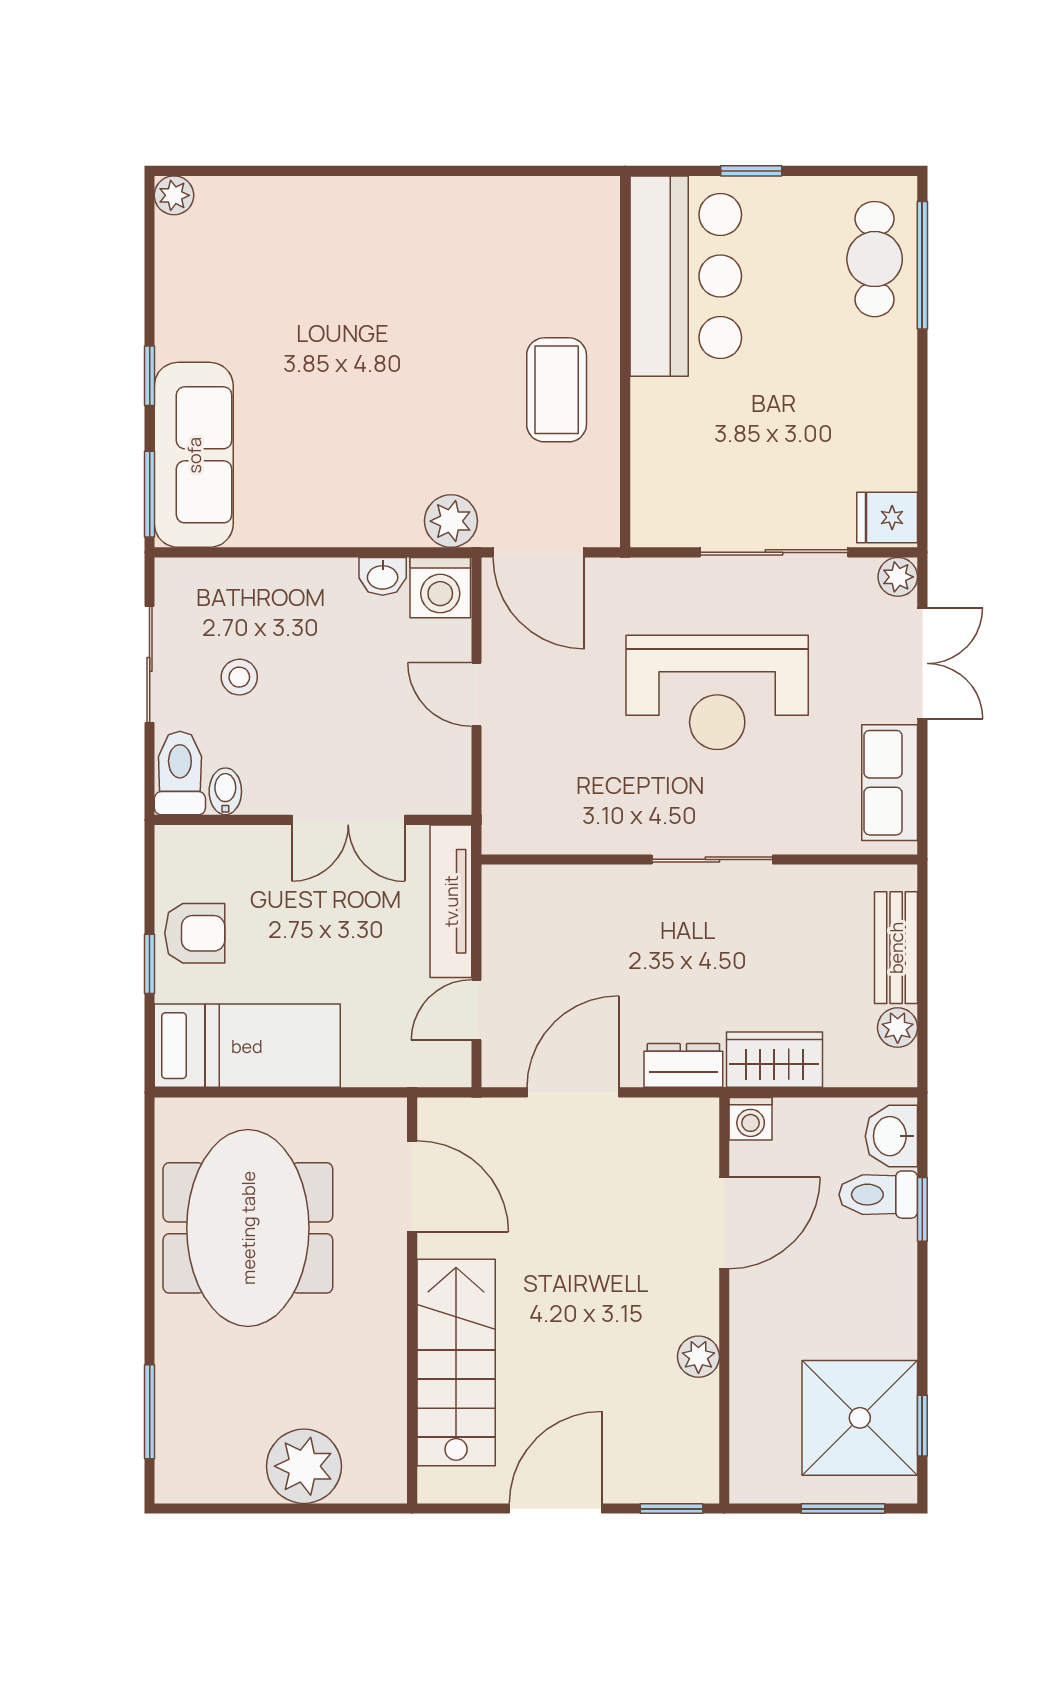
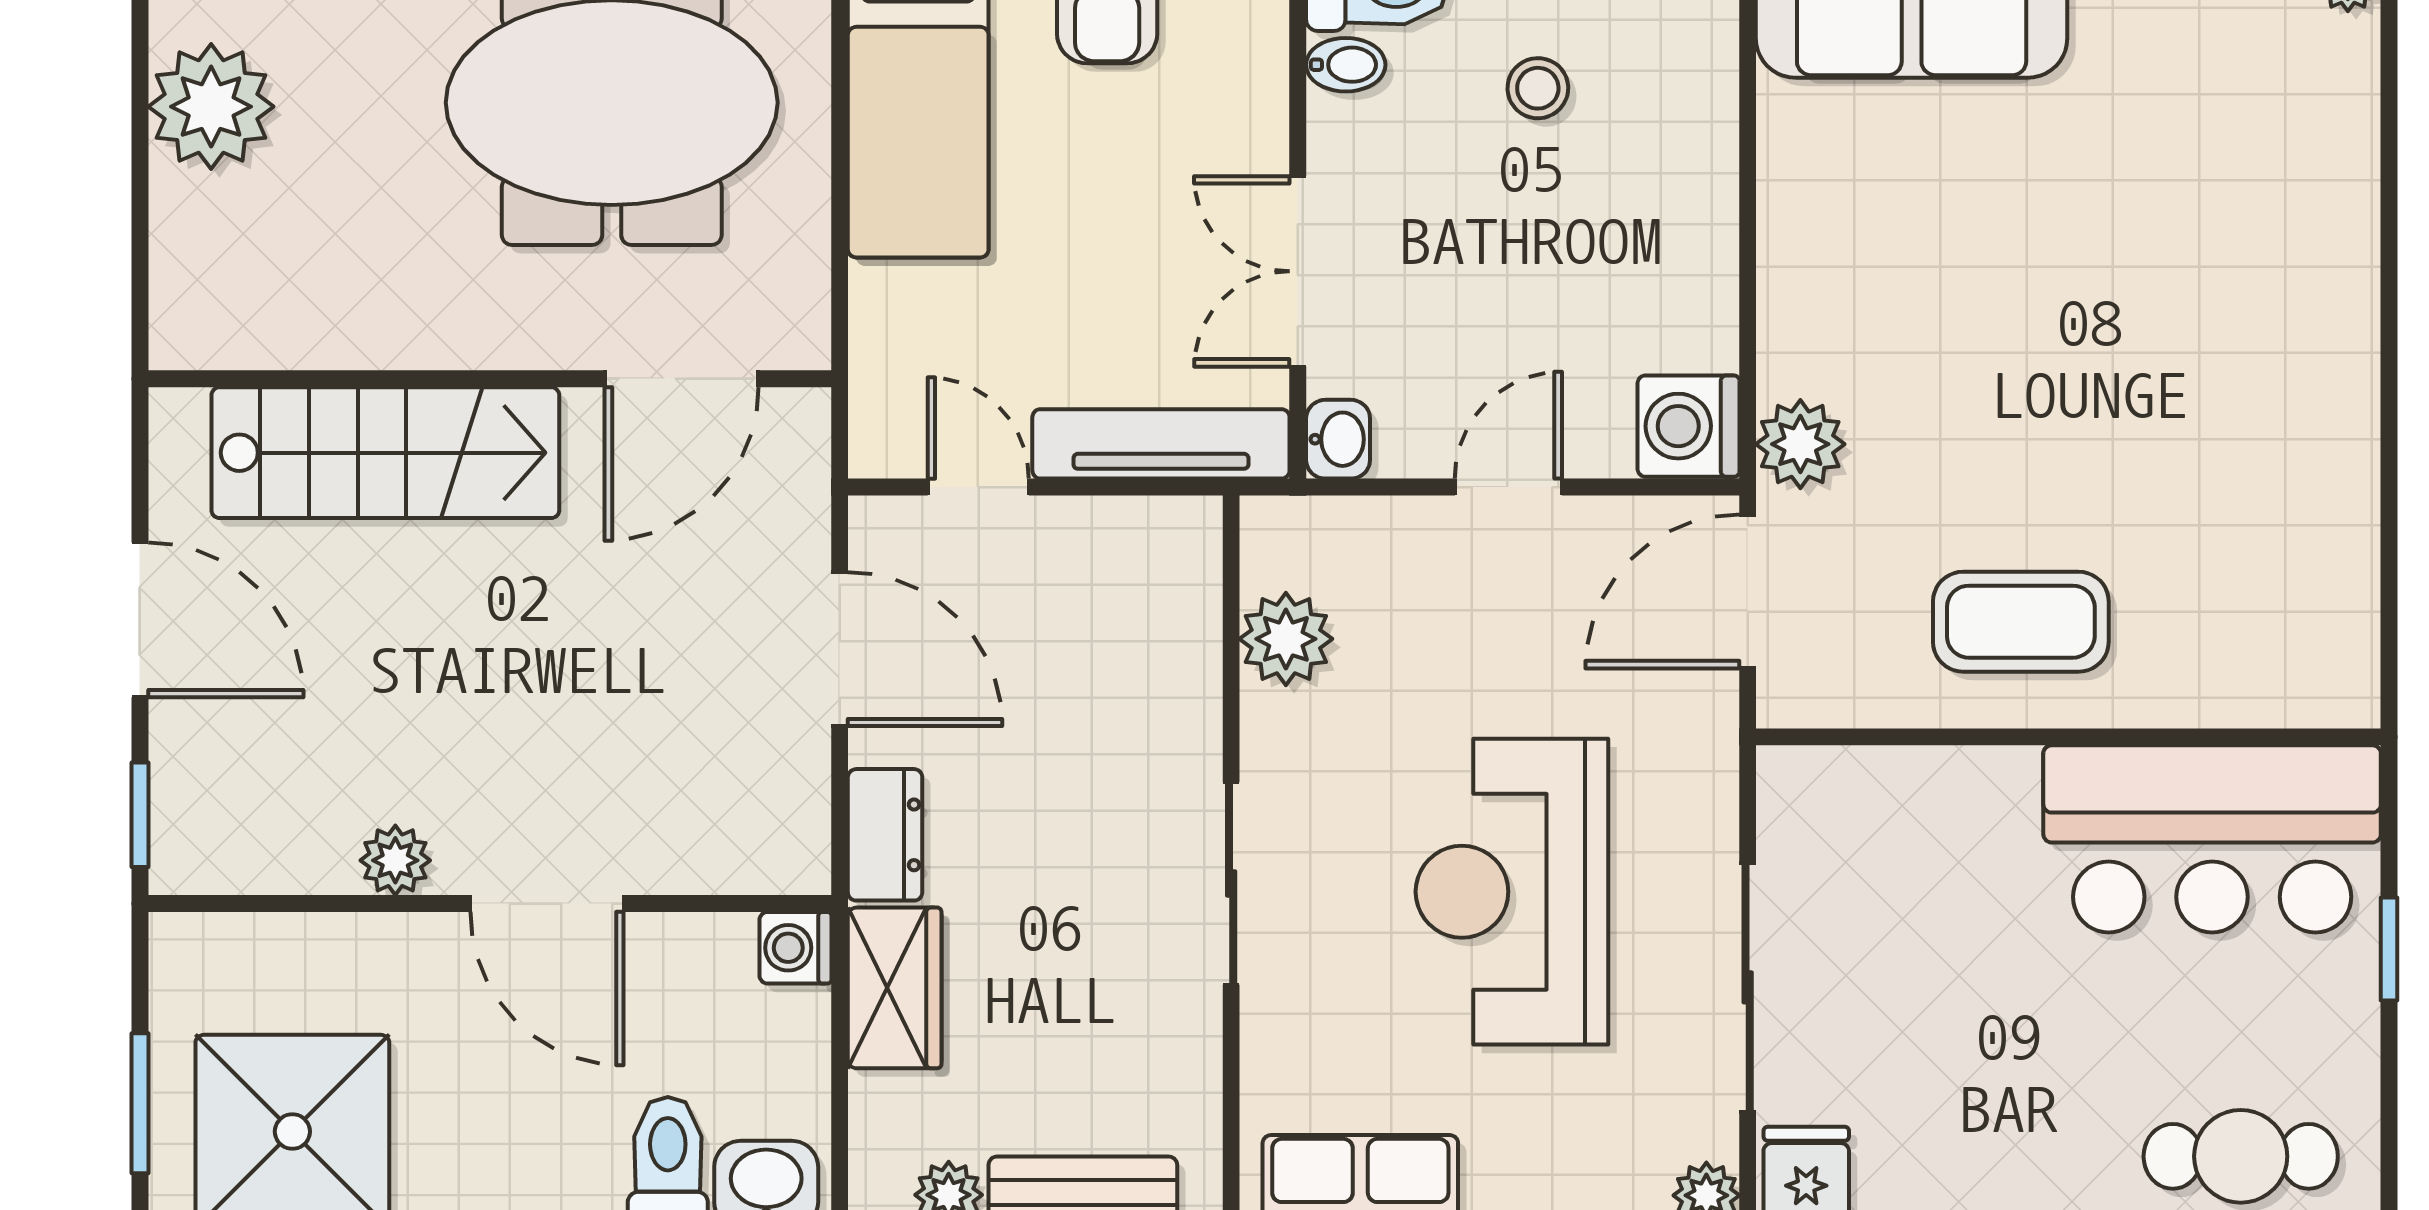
washbasin: (383, 576) -> (1338, 439), moved, turned 180
plant: (567, 827) -> (1286, 639), added
door: (724, 1223) -> (547, 904), moved
plant: (304, 1466) -> (211, 107), moved

